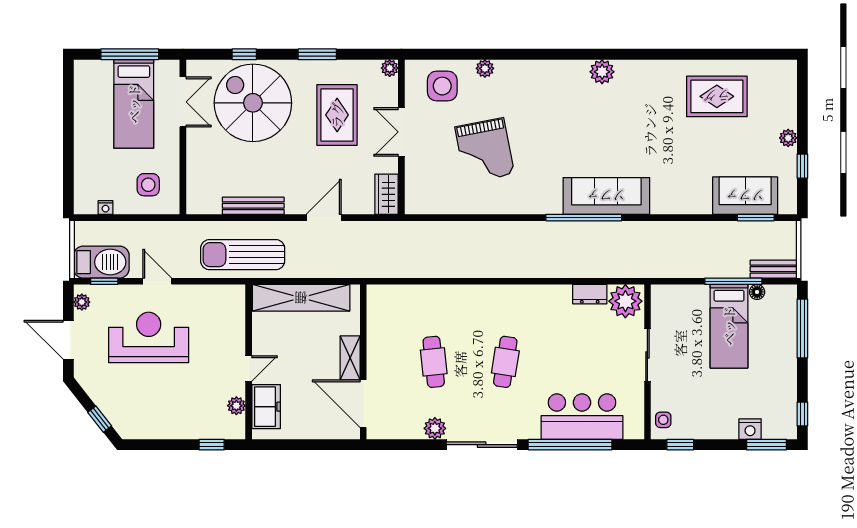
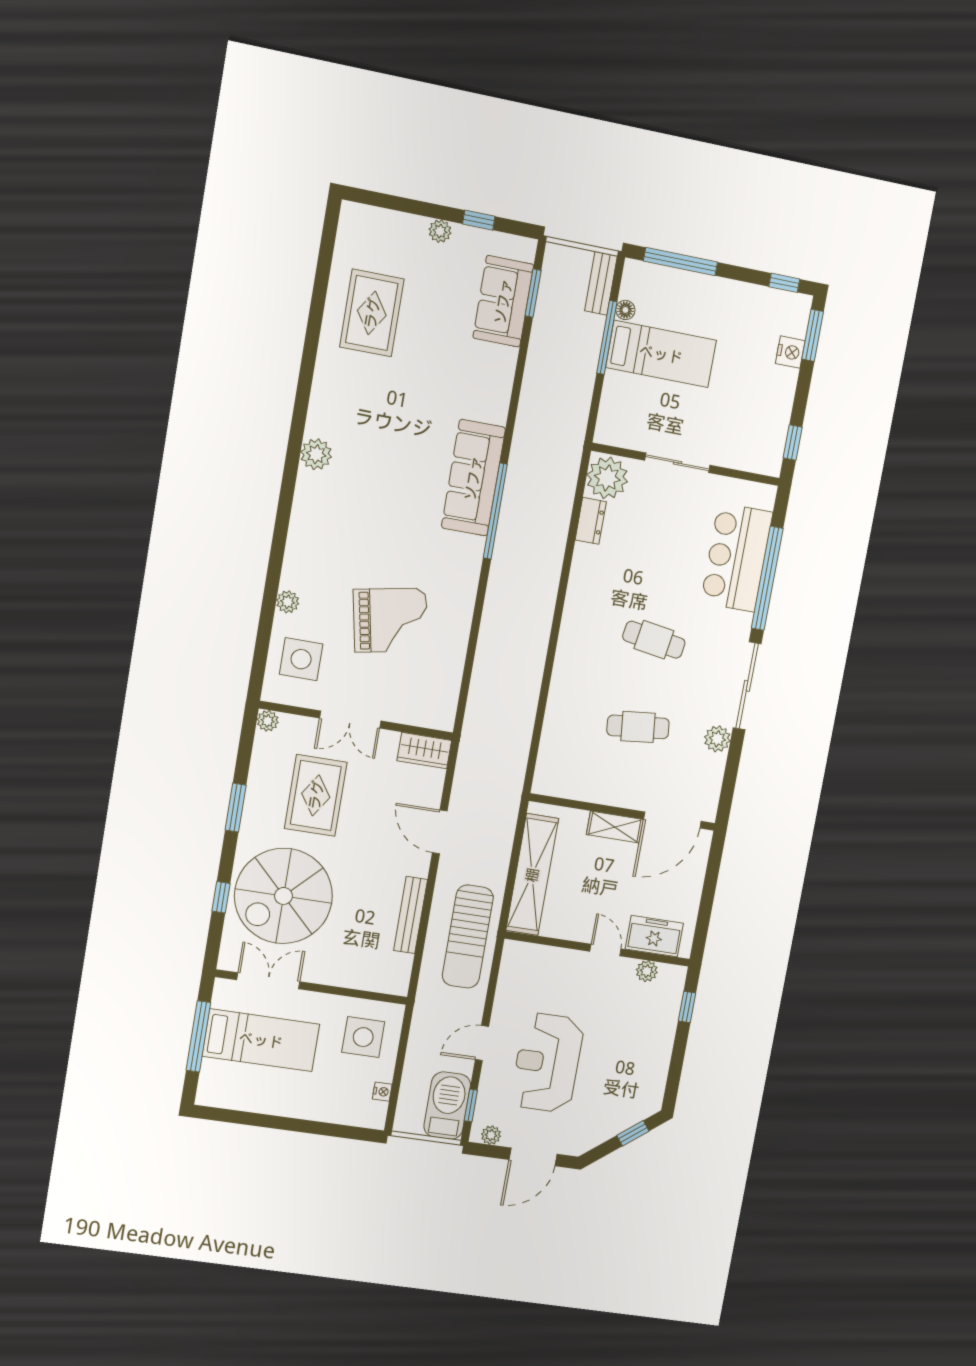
rug: (337, 115) -> (316, 795), turned 90
side table: (148, 185) -> (363, 1037), width x1.37, depth x1.37
side table: (663, 420) -> (759, 458), removed

